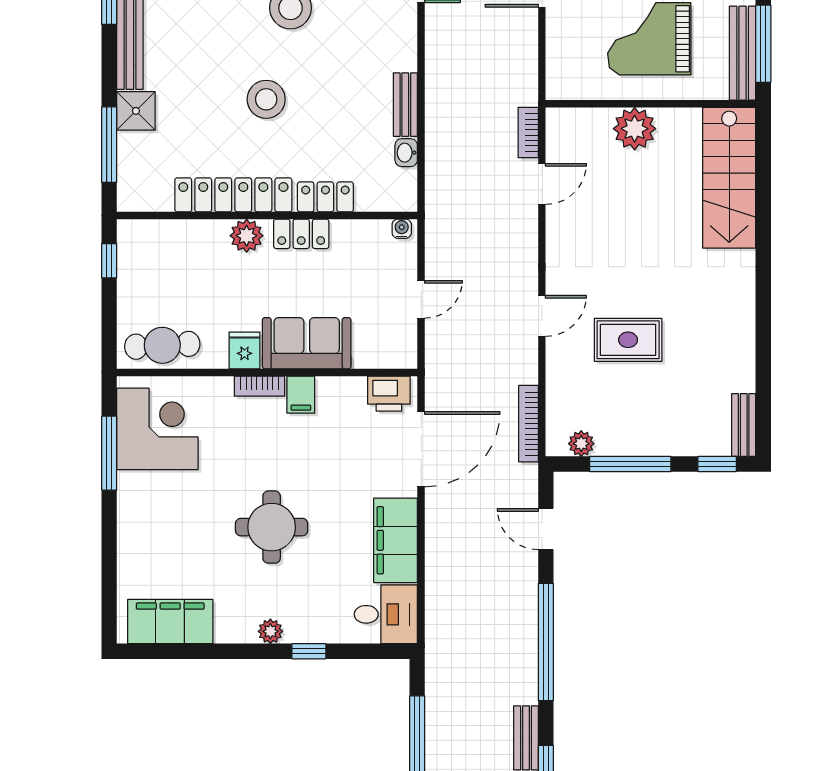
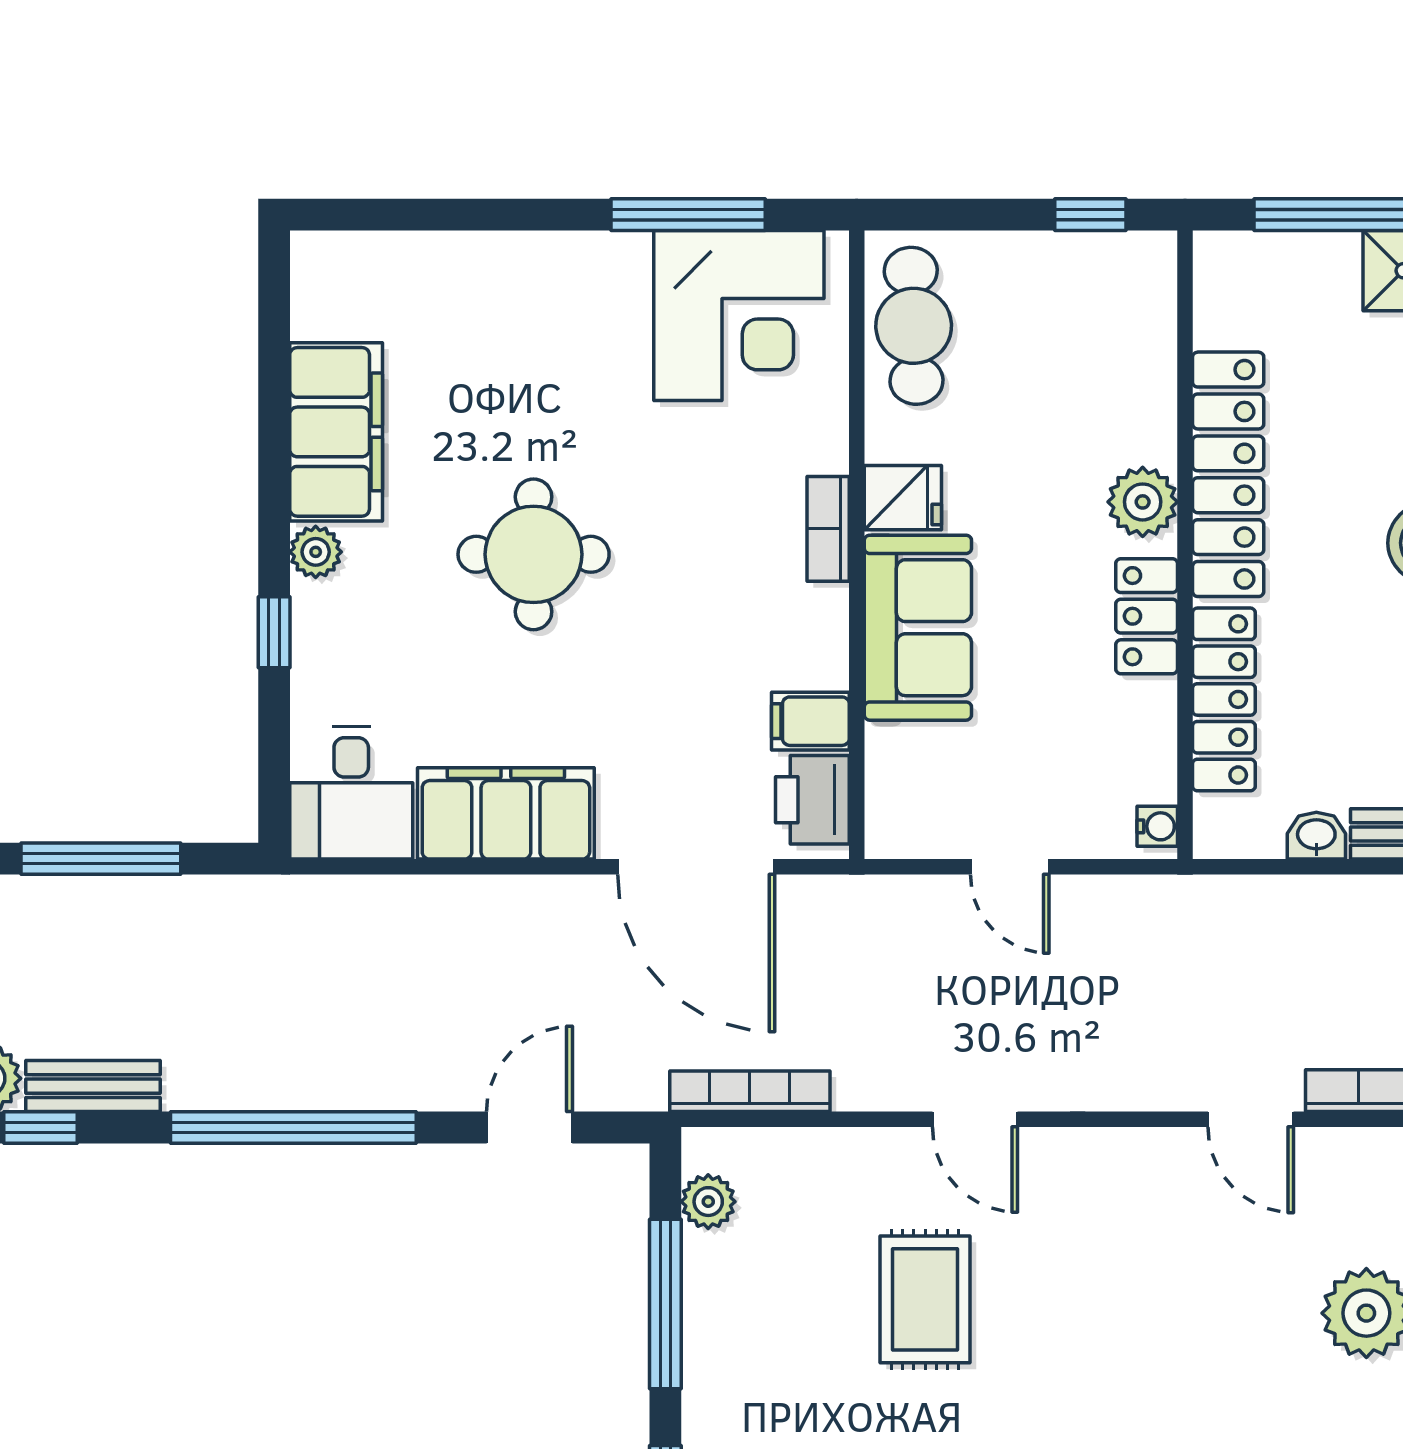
locker: (325, 197) -> (1224, 699), width x1.53
filing cabinet: (301, 395) -> (810, 721), moved
filing cabinet: (170, 622) -> (336, 432), moved

